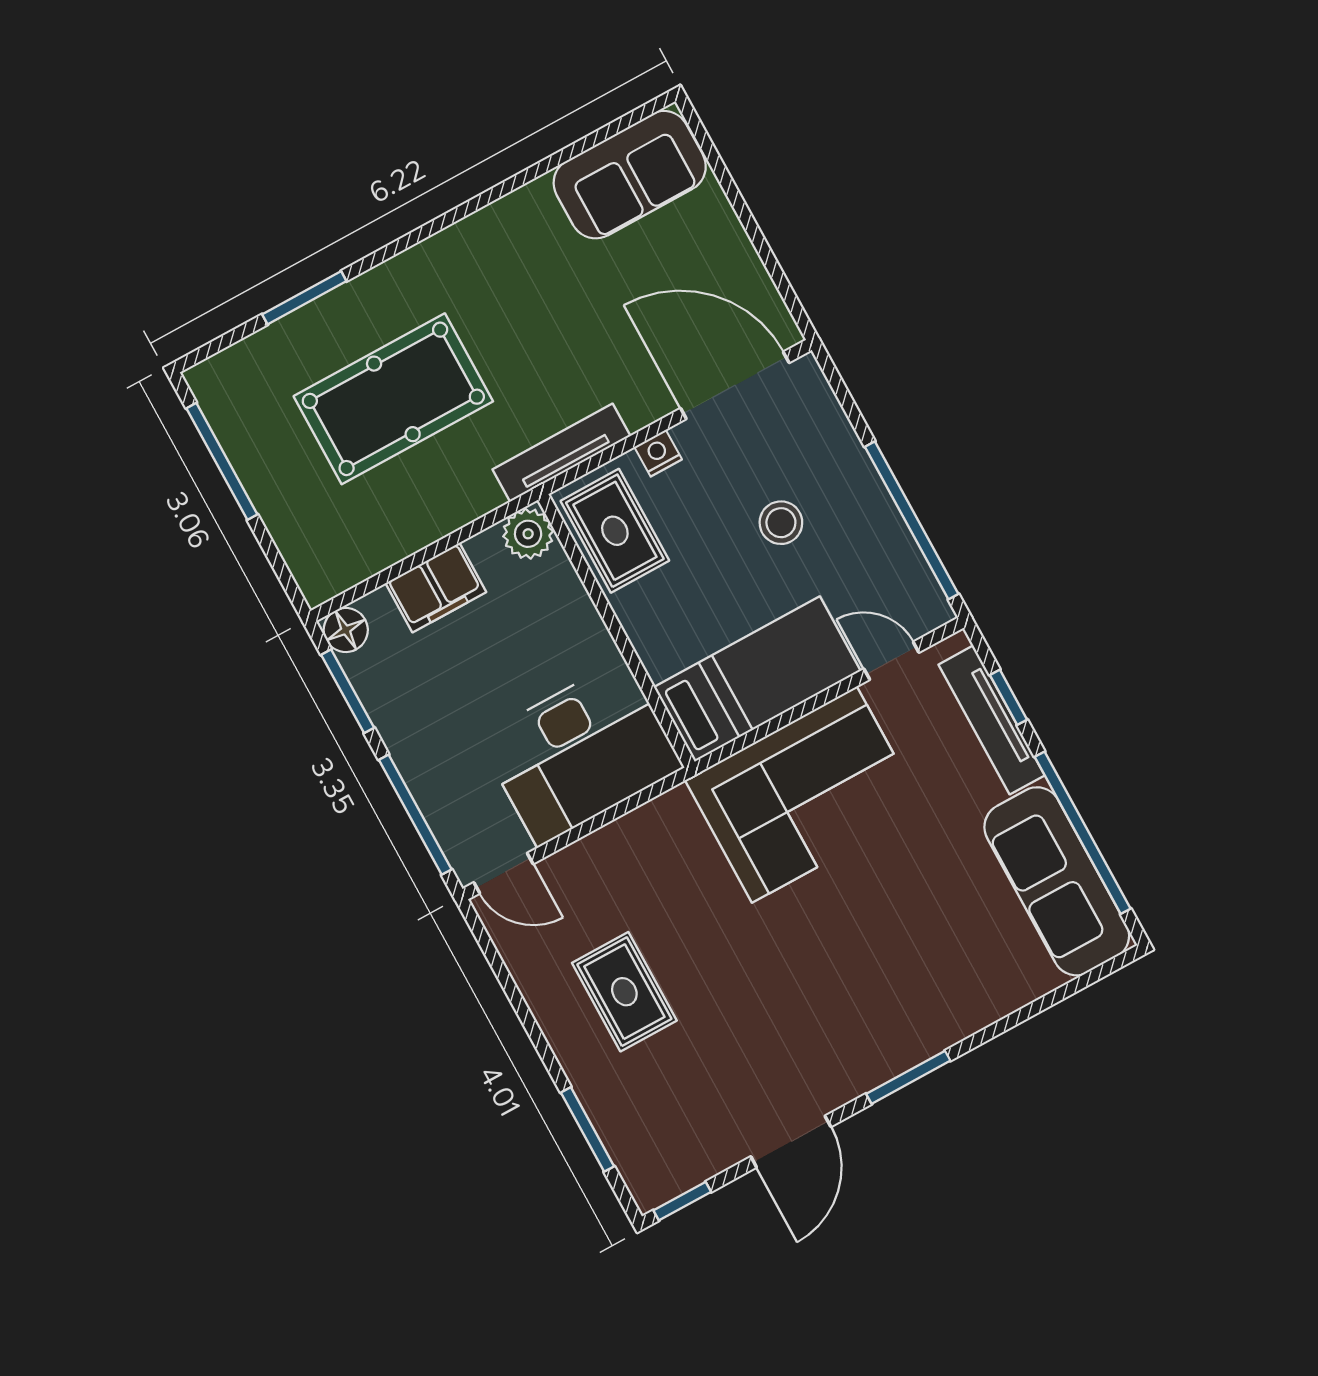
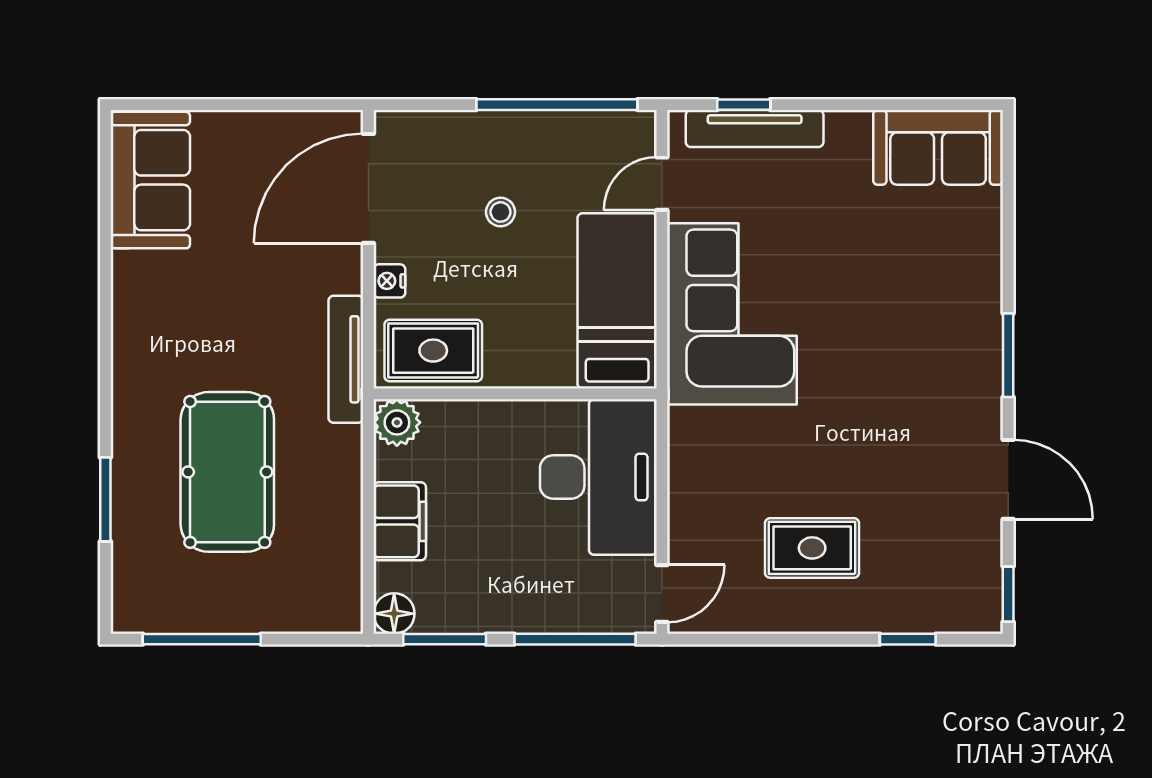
stool: (781, 523) -> (500, 212), width x0.73, depth x0.73
window: (1083, 833) -> (887, 105), removed
sofa: (1057, 881) -> (938, 147), width x0.73
window: (588, 1129) -> (908, 639), width x0.67

